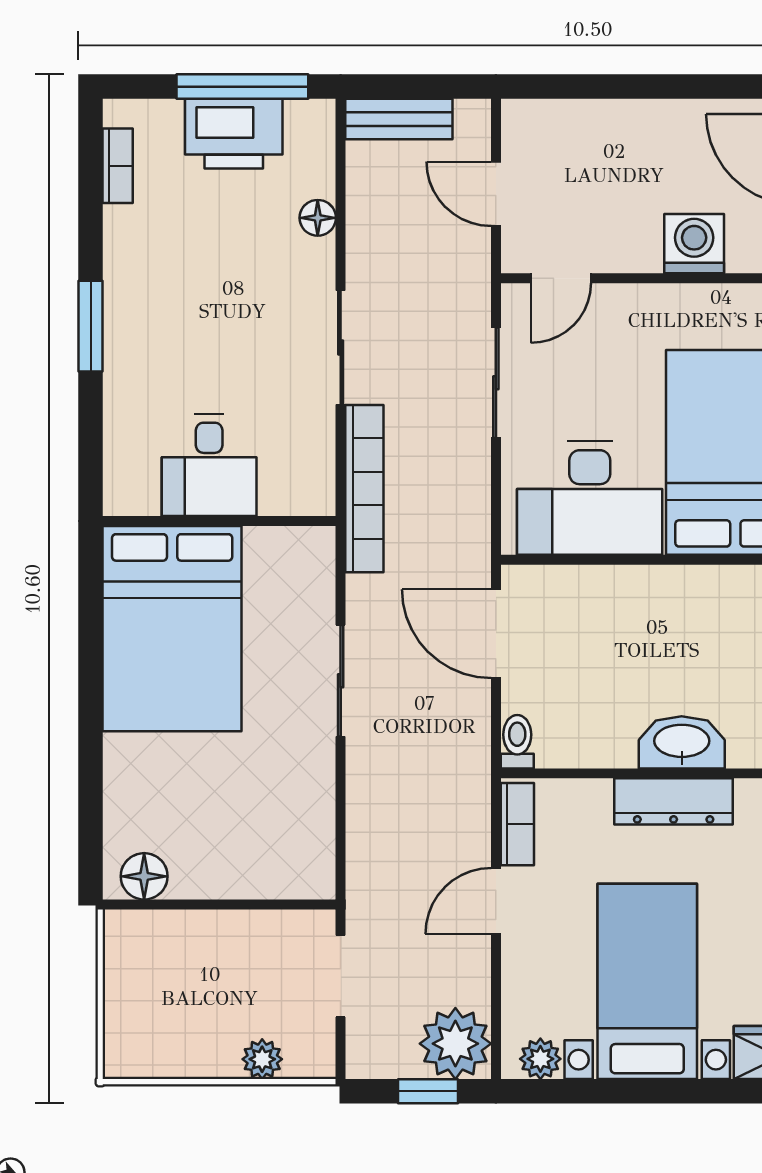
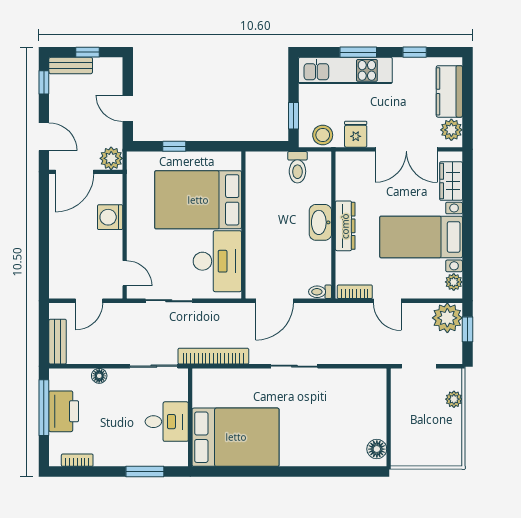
desk: (209, 465) -> (167, 422), moved
wall: (219, 521) -> (190, 417), moved
bed: (172, 629) -> (236, 437), moved

